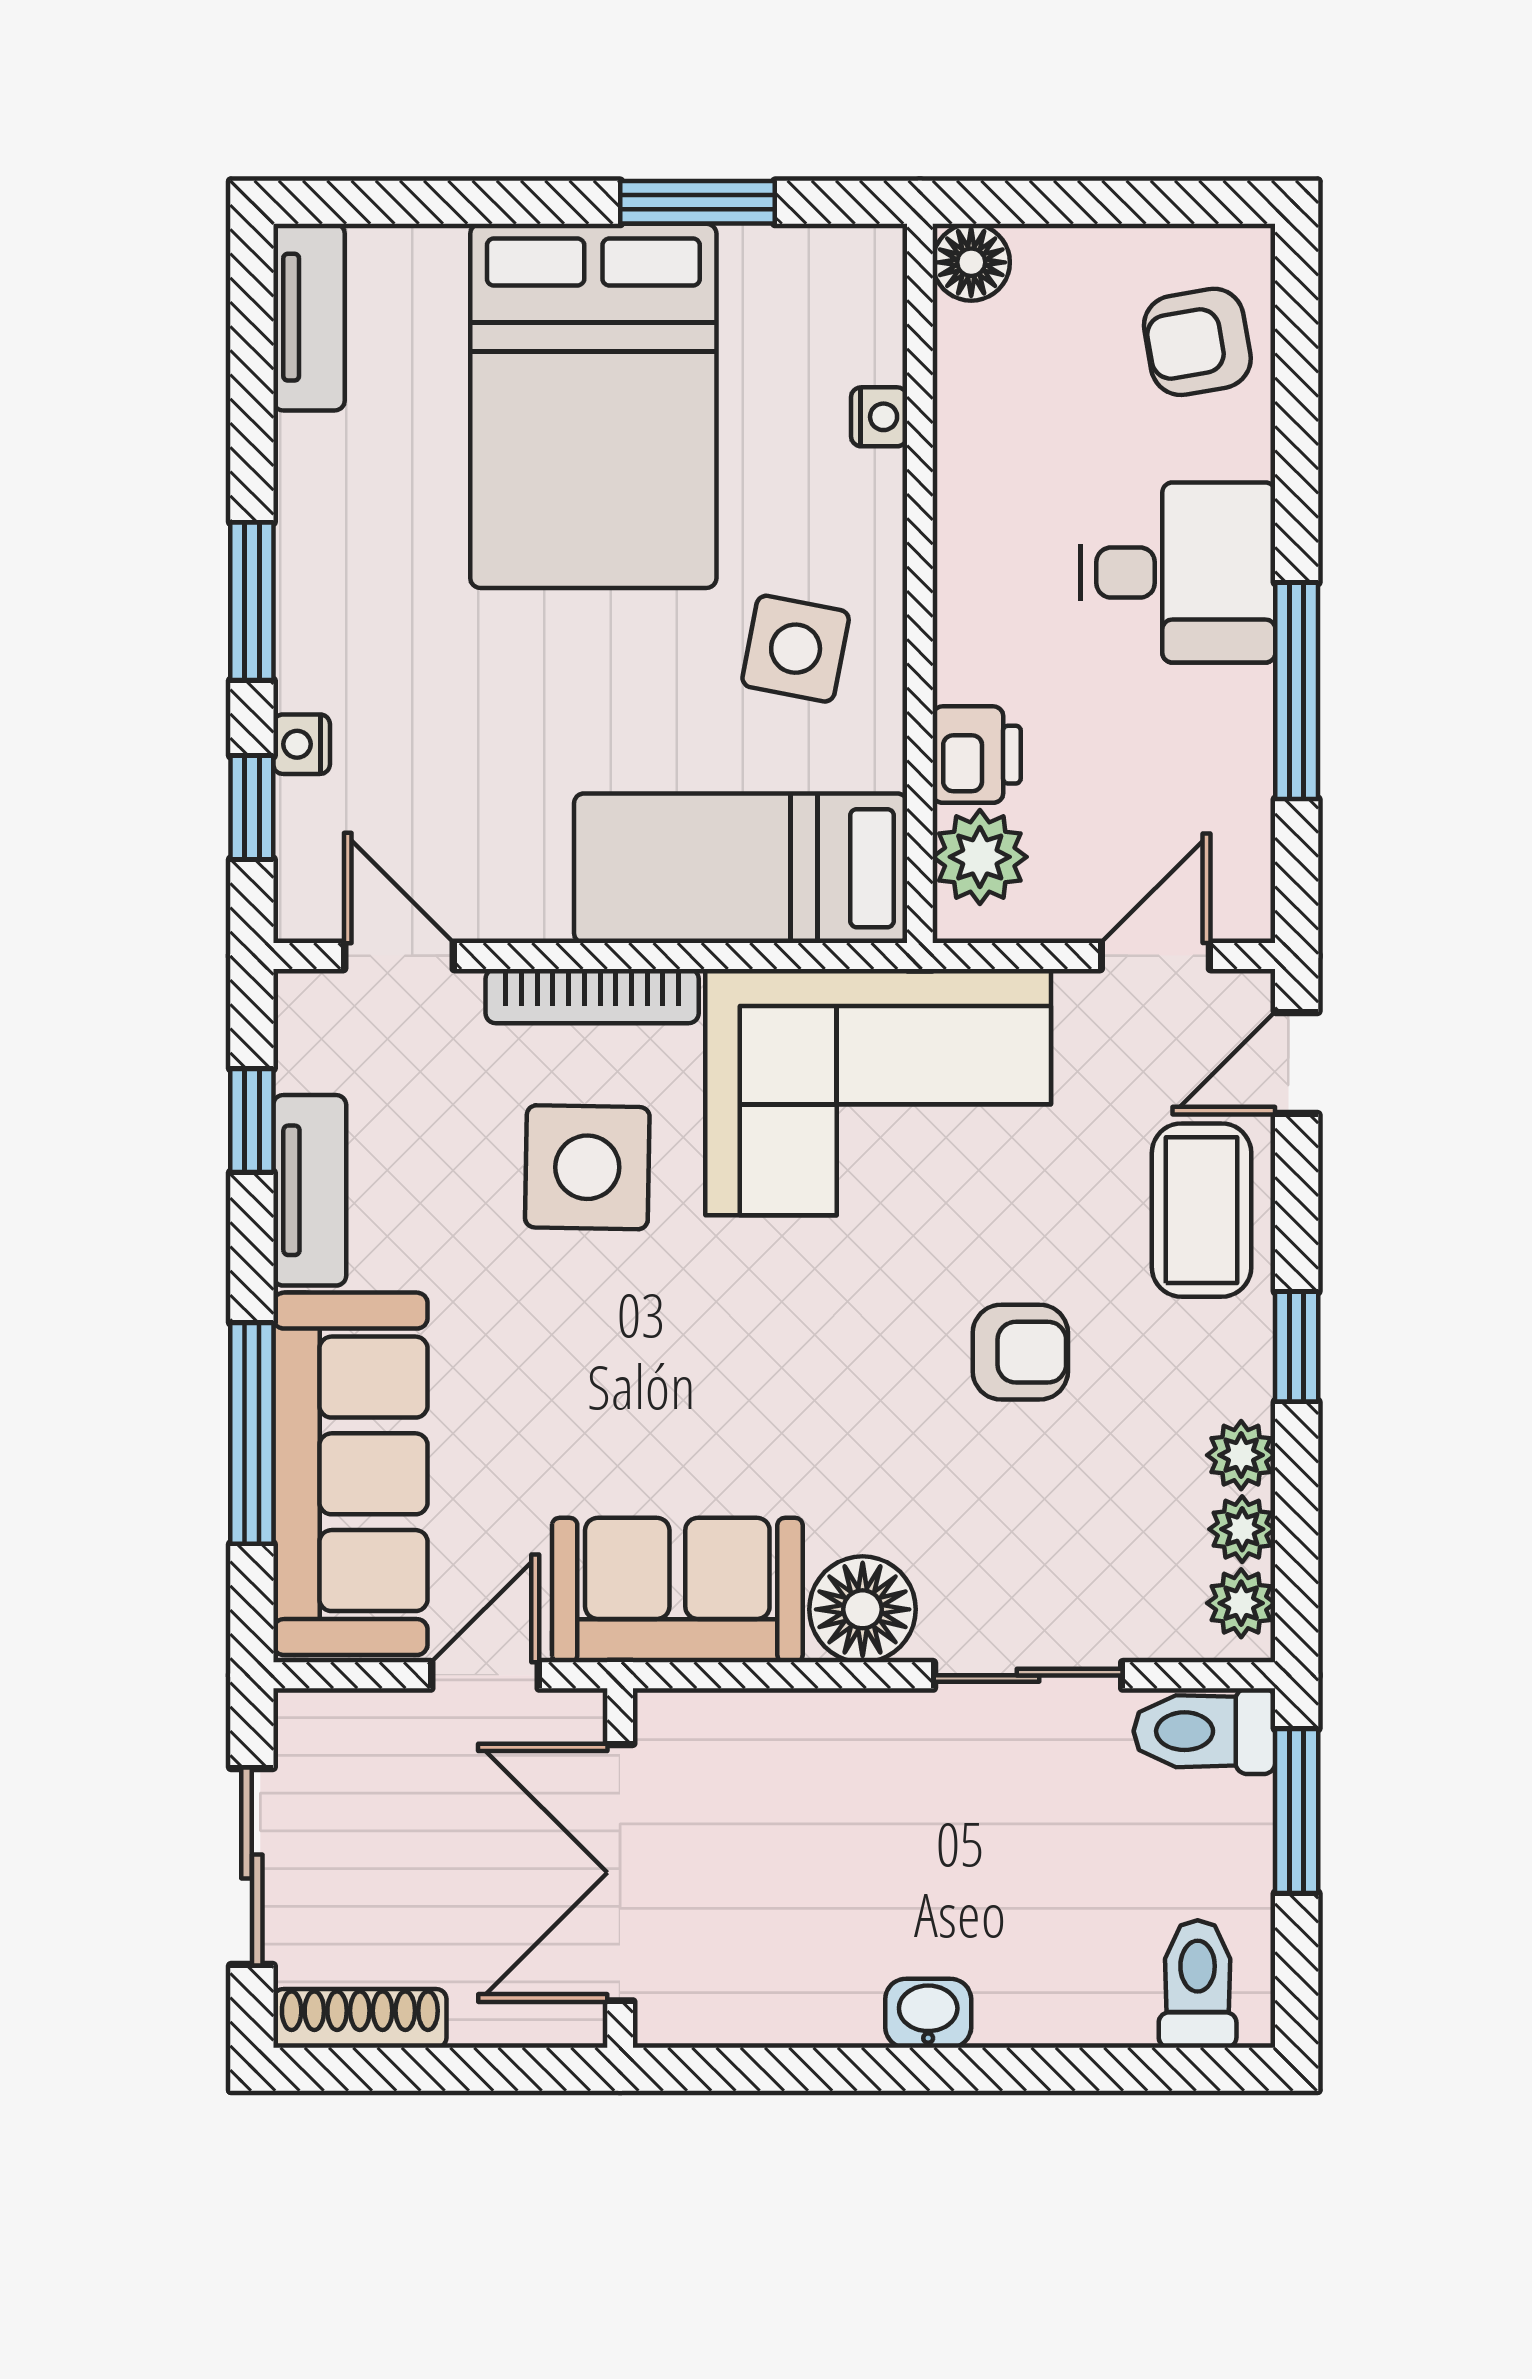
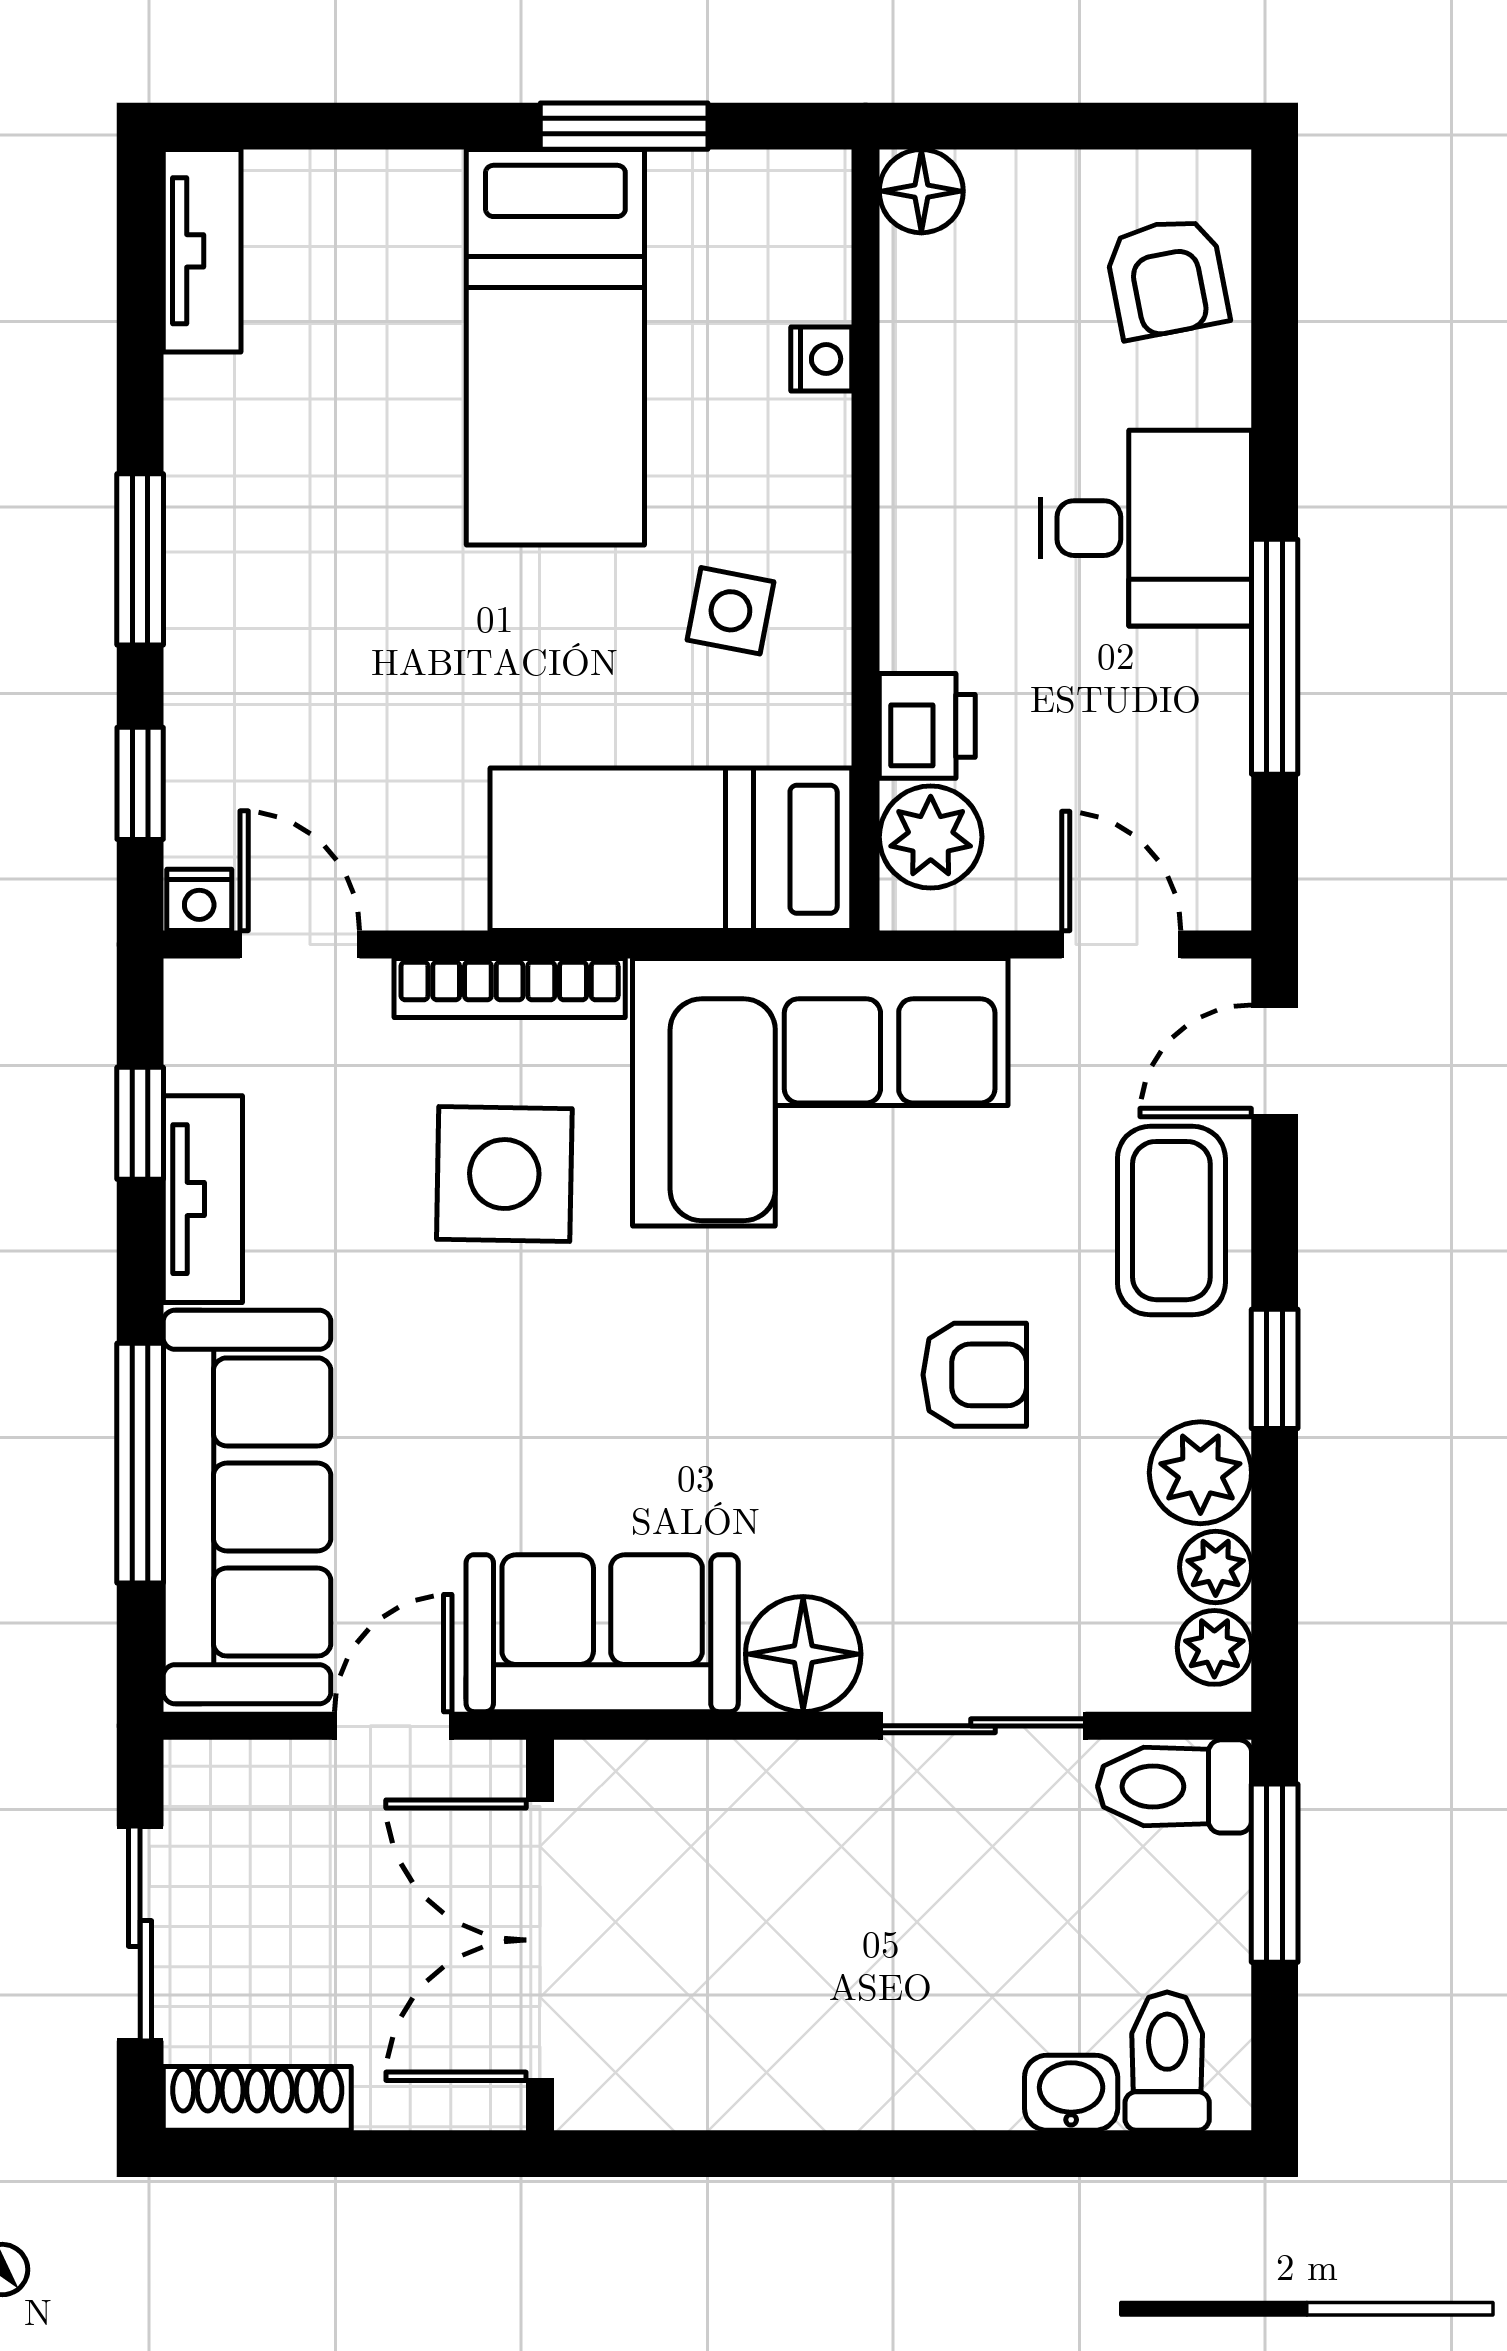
armchair: (1197, 342) -> (1167, 278), turned -91
bed: (593, 406) -> (555, 347), width x0.67
side table: (796, 649) -> (730, 611), width x0.73, depth x0.73
nightstand: (302, 744) -> (199, 900), moved, turned -90
door: (1155, 956) -> (1121, 945), hinge flipped
plant: (1241, 1455) -> (1200, 1473), width x1.38, depth x1.38
washbasin: (928, 2013) -> (1071, 2093), moved

